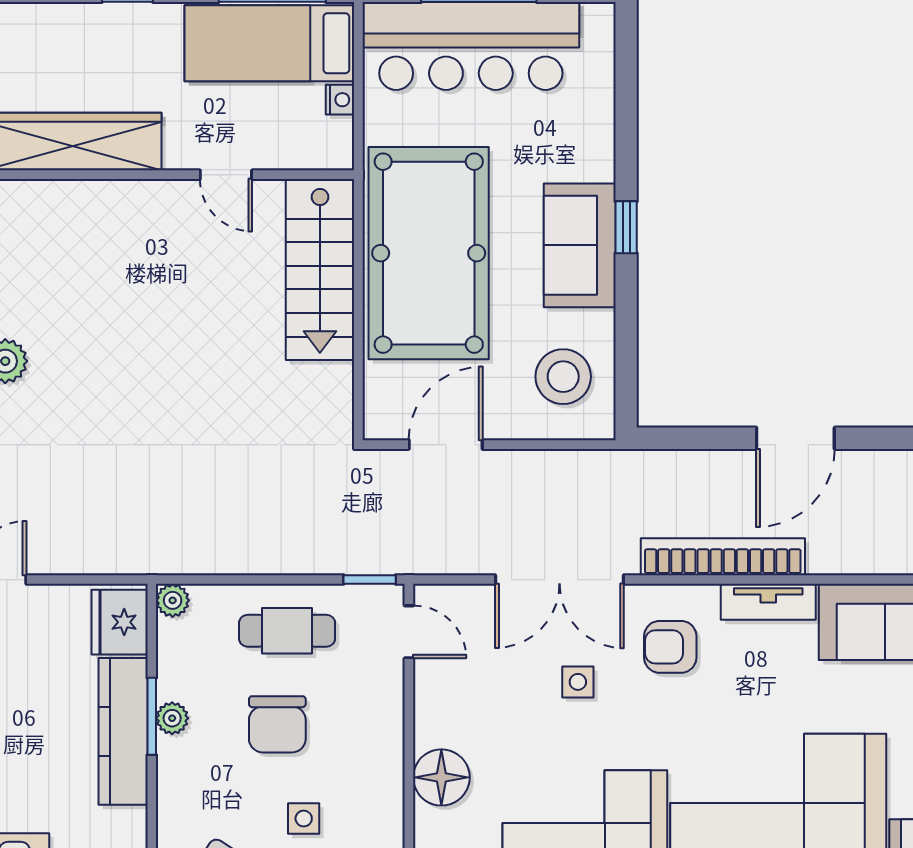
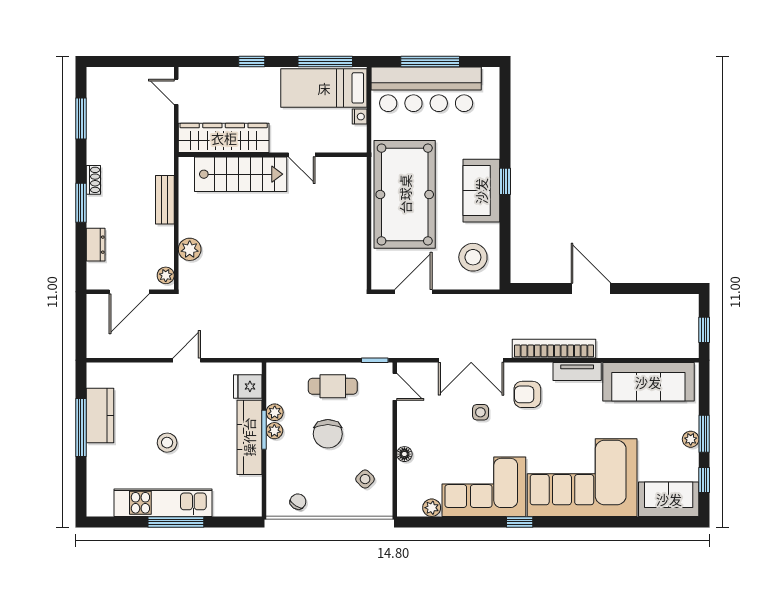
stairs: (320, 269) -> (241, 174), moved, turned -90
door: (795, 438) -> (591, 289), swing flipped
plant: (173, 600) -> (275, 412), moved
fridge: (120, 622) -> (248, 386), width x0.72
floor lamp: (441, 777) -> (404, 454), width x0.53, depth x0.53
side table: (304, 819) -> (365, 479), moved, turned 45

